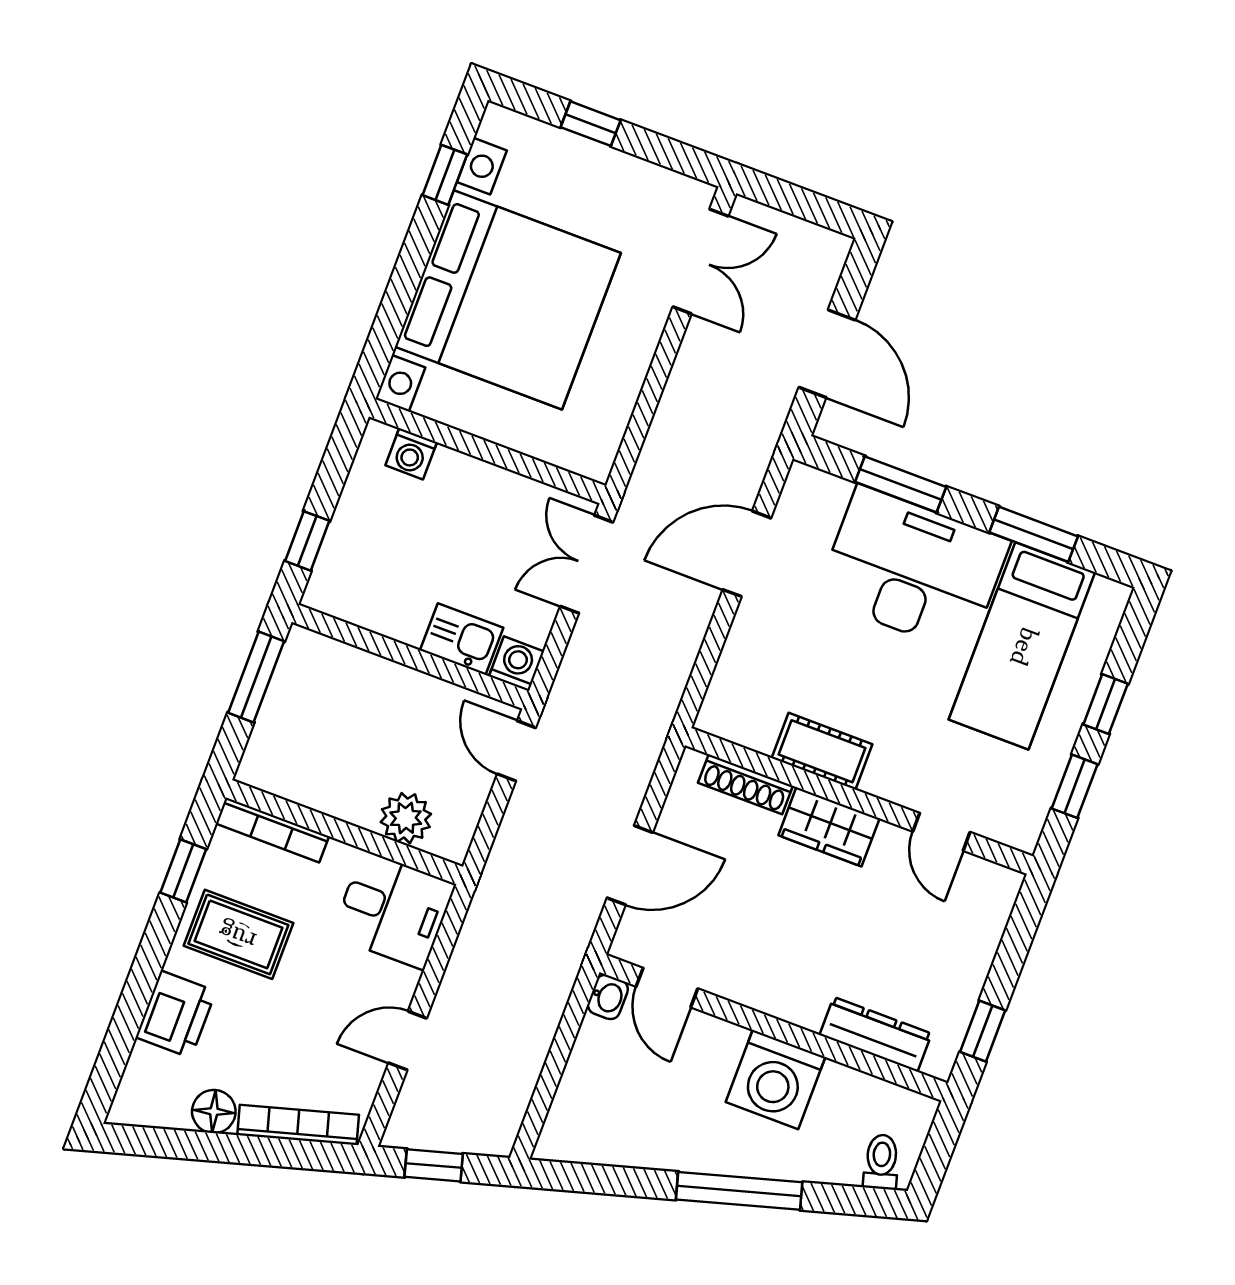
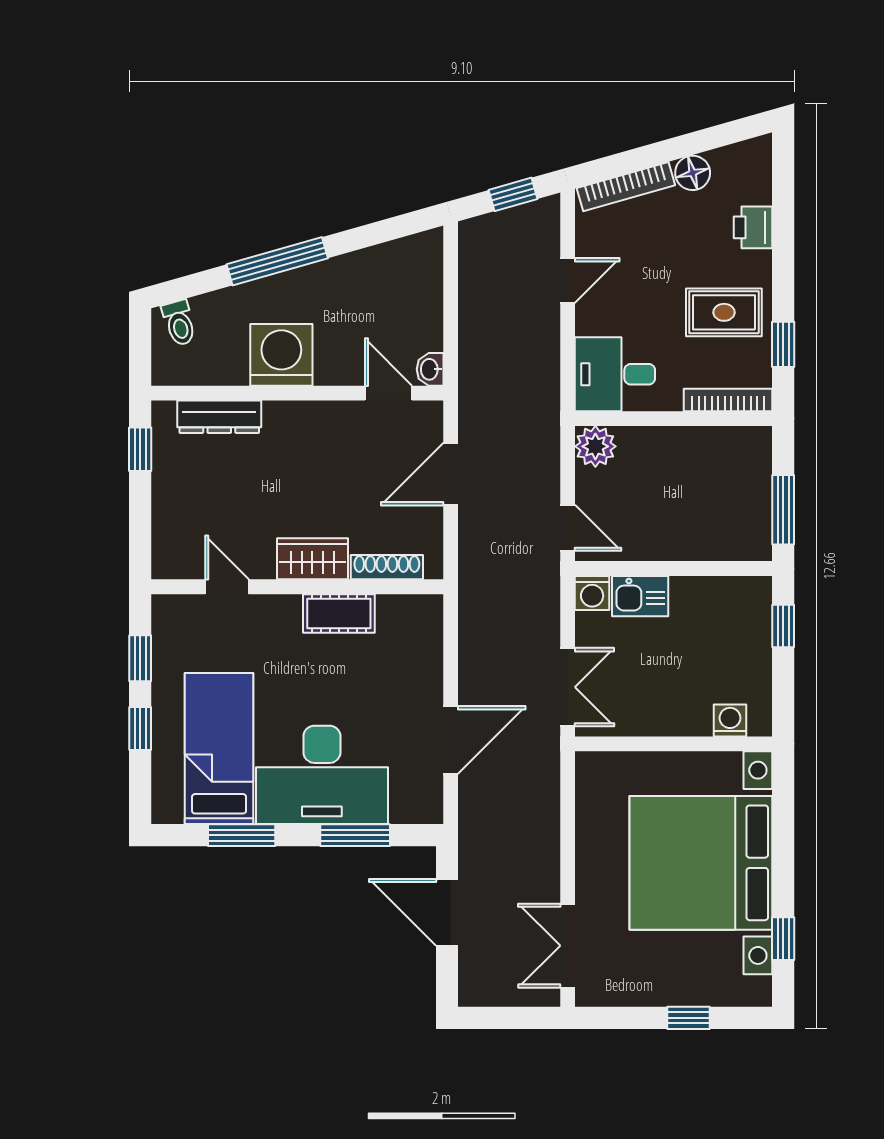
plant: (406, 818) -> (595, 446), moved
printer: (176, 1014) -> (753, 227), width x0.73, depth x0.81

